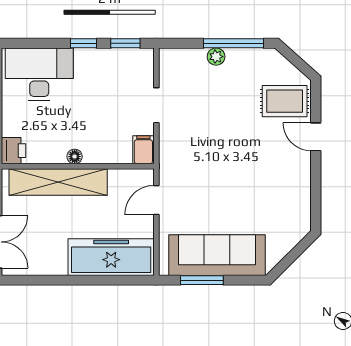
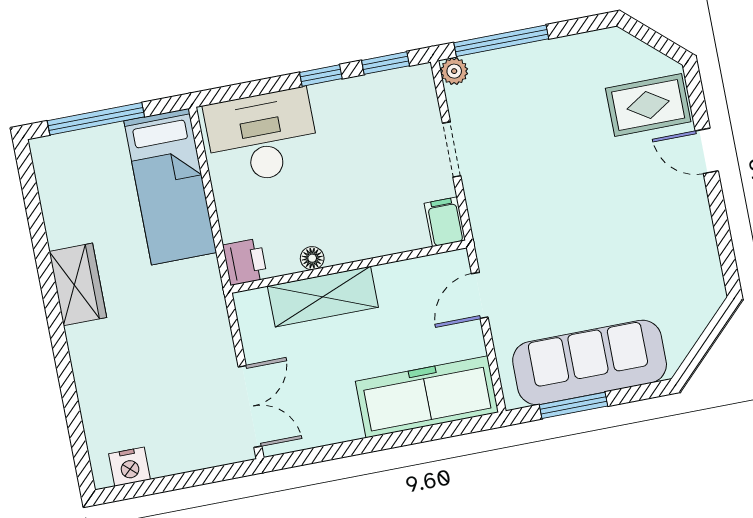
window: (233, 43) -> (501, 41), moved
plant: (216, 57) -> (454, 71), moved
floor lamp: (75, 157) -> (312, 258), moved
shelving: (58, 182) -> (323, 297), width x0.68

